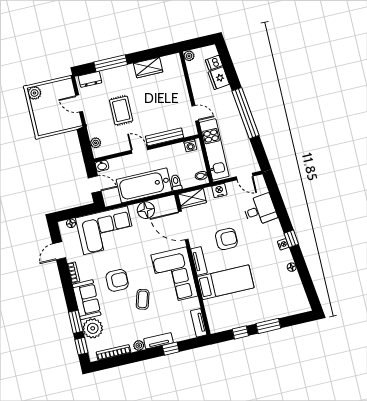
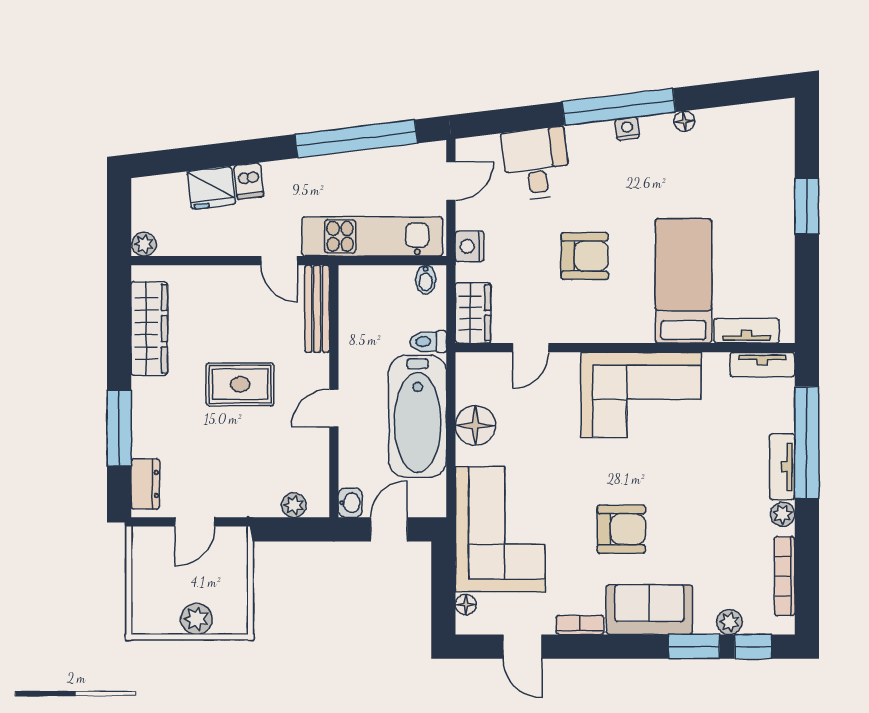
dishwasher: (214, 63) -> (249, 181), moved
wardrobe: (148, 68) -> (149, 329), width x1.50
plant: (34, 93) -> (196, 619), moved
rug: (121, 110) -> (240, 384), moved
door: (195, 113) -> (279, 261), swing flipped
window: (246, 113) -> (356, 139), moved
bench: (165, 137) -> (317, 309), moved
washing machine: (190, 146) -> (351, 289), removed
door: (183, 225) -> (531, 348), width x0.53
armchair: (226, 239) -> (585, 256), turned 90
window: (291, 239) -> (619, 107), width x3.17
tv unit: (199, 261) -> (746, 331), moved
armchair: (117, 280) -> (621, 529), turned 90
coffee table: (143, 299) -> (679, 481), removed
plant: (93, 328) -> (729, 622), width x0.53, depth x0.53
window: (240, 332) -> (807, 274), removed
window: (171, 349) -> (807, 443), width x3.17

